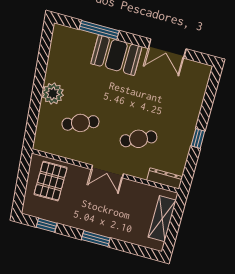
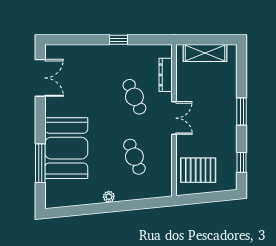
double door: (167, 49) -> (40, 78), moved
booth: (116, 55) -> (66, 148), width x1.36, depth x1.42
plant: (53, 94) -> (109, 197), width x0.53, depth x0.53
dresser: (165, 178) -> (166, 75), moved

